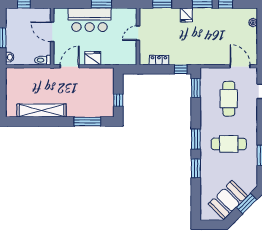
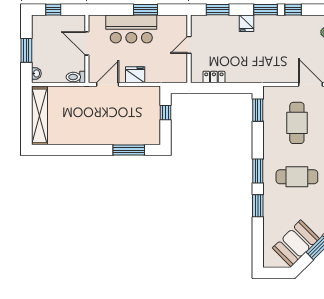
window: (181, 69) -> (240, 88), removed
window: (118, 100) -> (165, 113), moved
shelving: (42, 110) -> (39, 116), moved, turned 90

